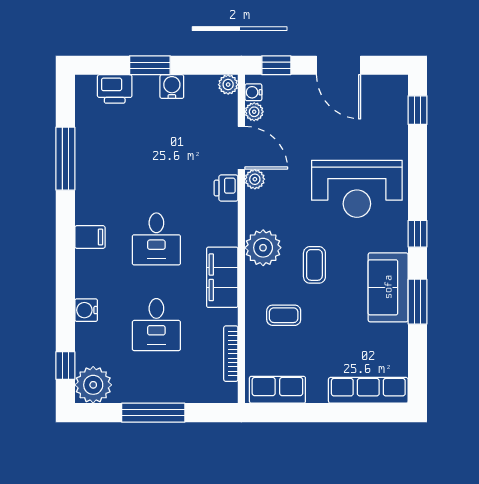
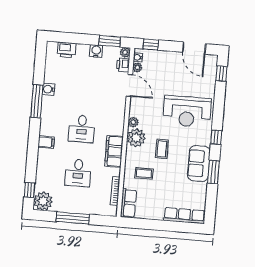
window: (150, 65) -> (109, 41), moved
door: (339, 65) -> (194, 48), moved
window: (65, 159) -> (37, 101), moved
plant: (255, 179) -> (133, 122), moved
printer: (226, 188) -> (123, 65), moved
filing cabinet: (90, 237) -> (46, 142), moved
water cooler: (86, 310) -> (49, 89), moved
row of seats: (277, 390) -> (128, 203), moved, turned 90

